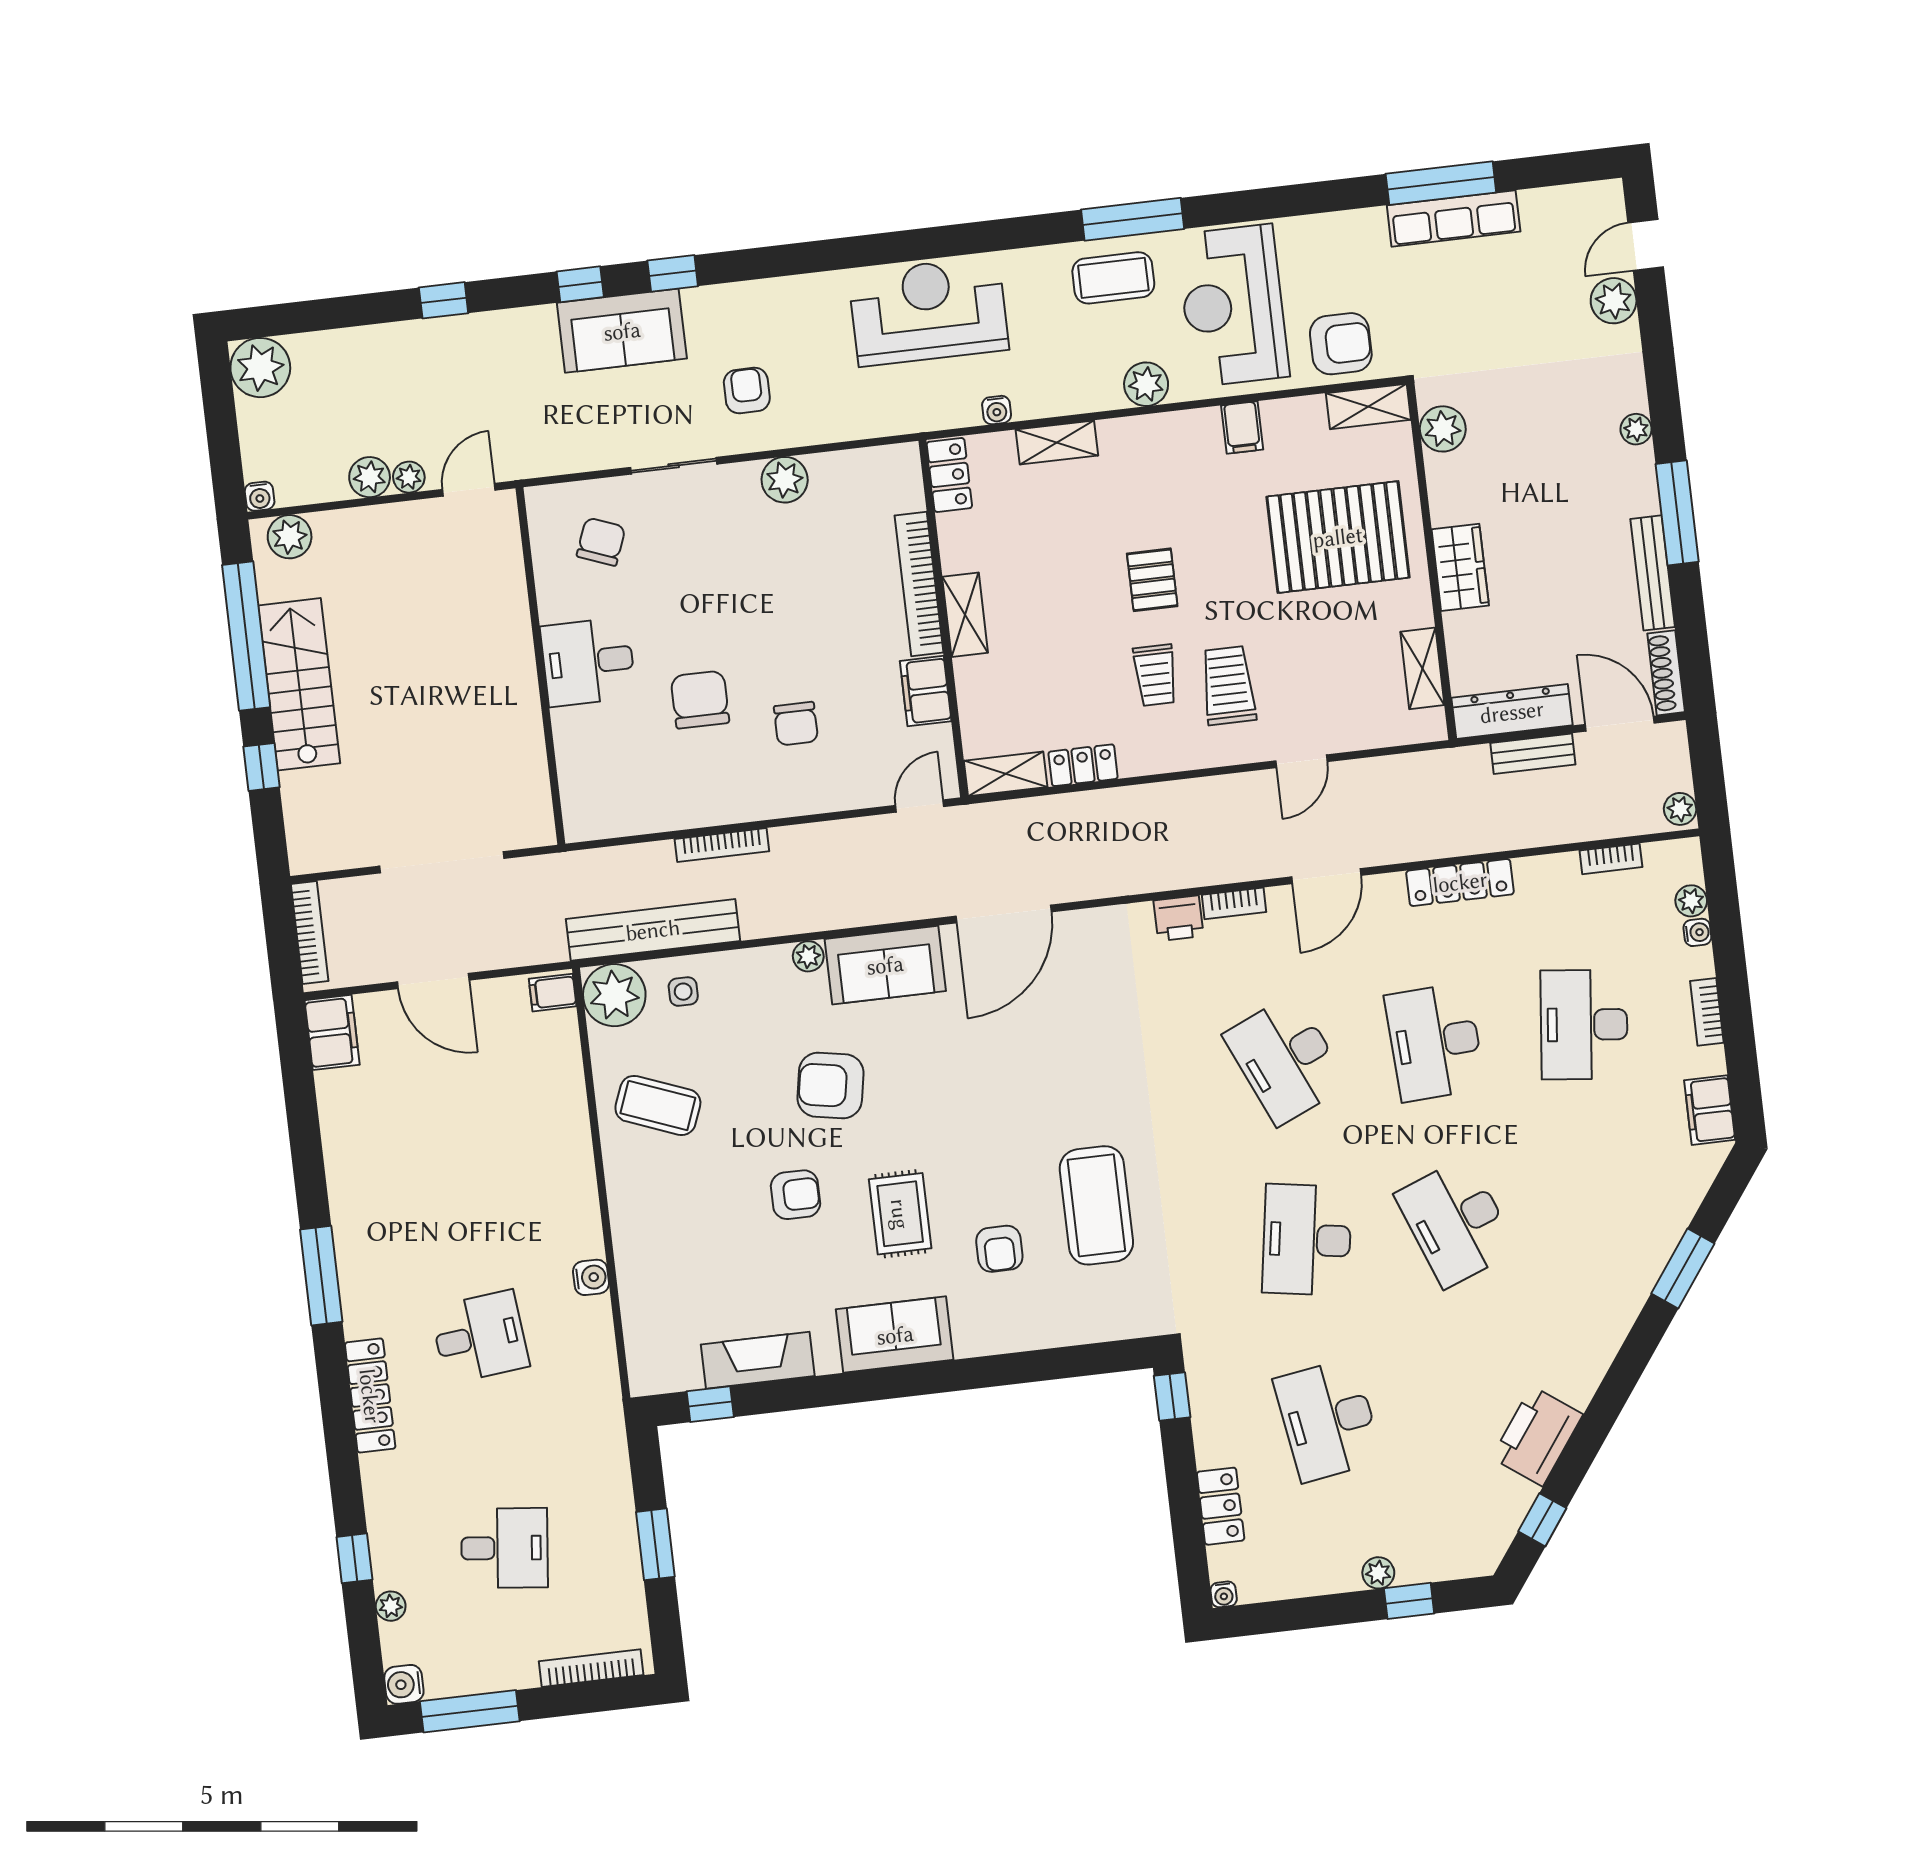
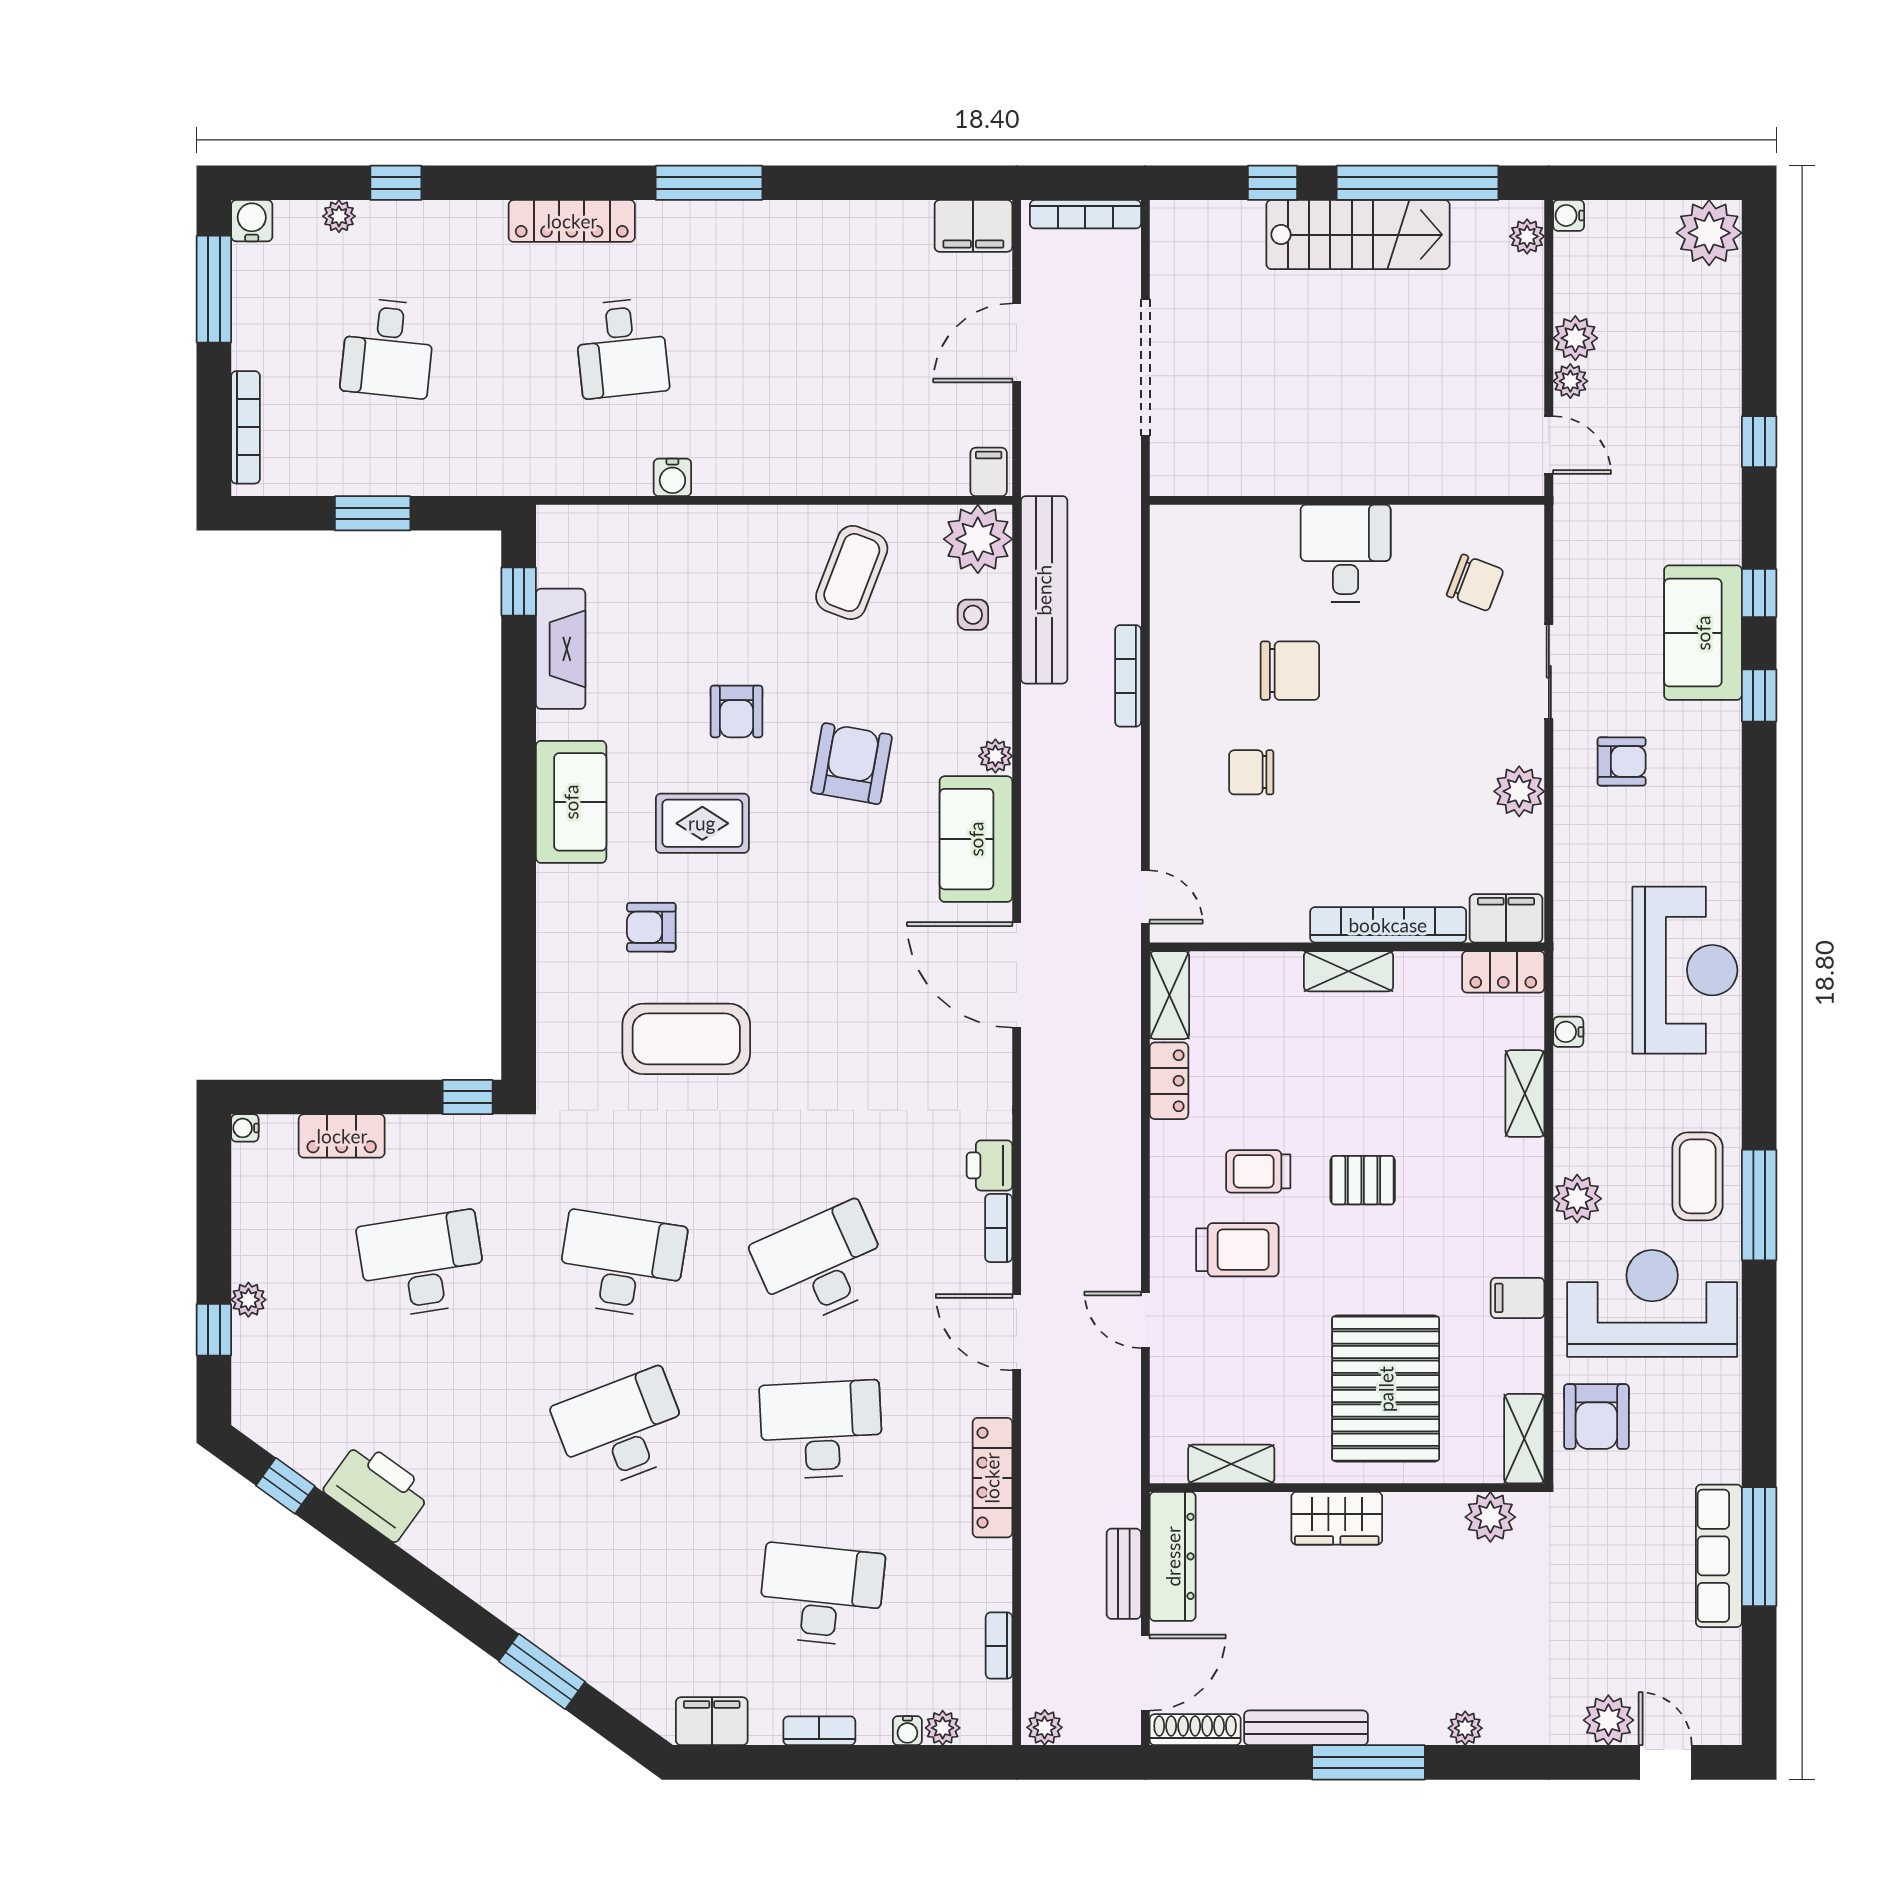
plant: (290, 537) -> (1527, 236), width x0.73, depth x0.73
filing cabinet: (926, 691) -> (1506, 918), moved

